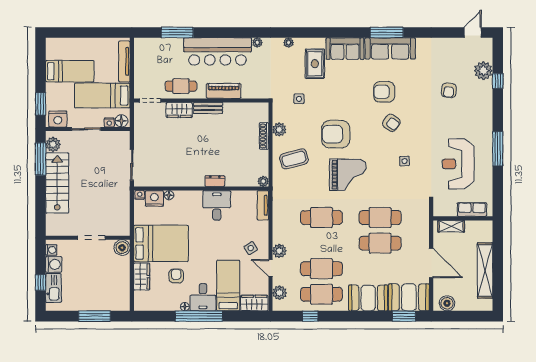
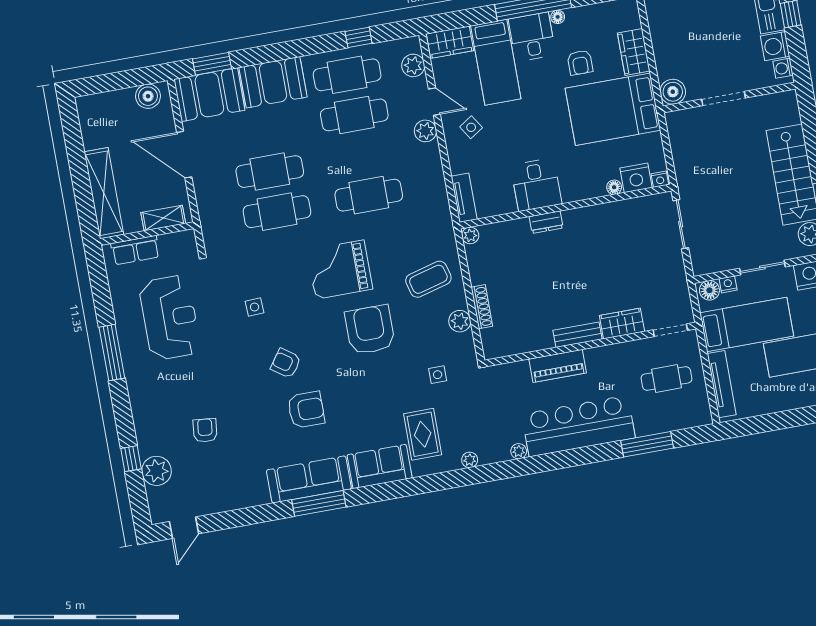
cafe table: (181, 86) -> (666, 379), moved
armchair: (336, 134) -> (370, 330), turned -90
shelving: (485, 270) -> (104, 193), moved

